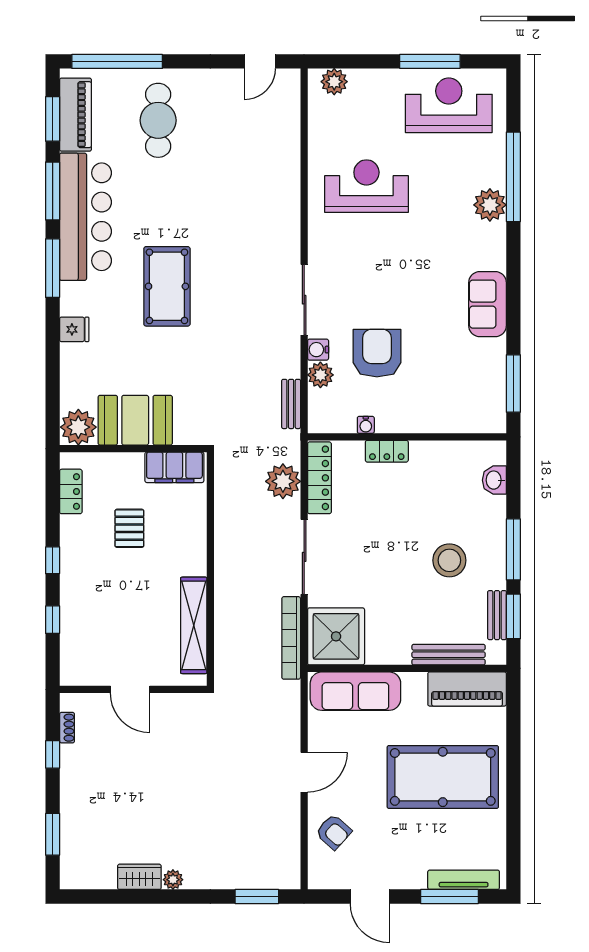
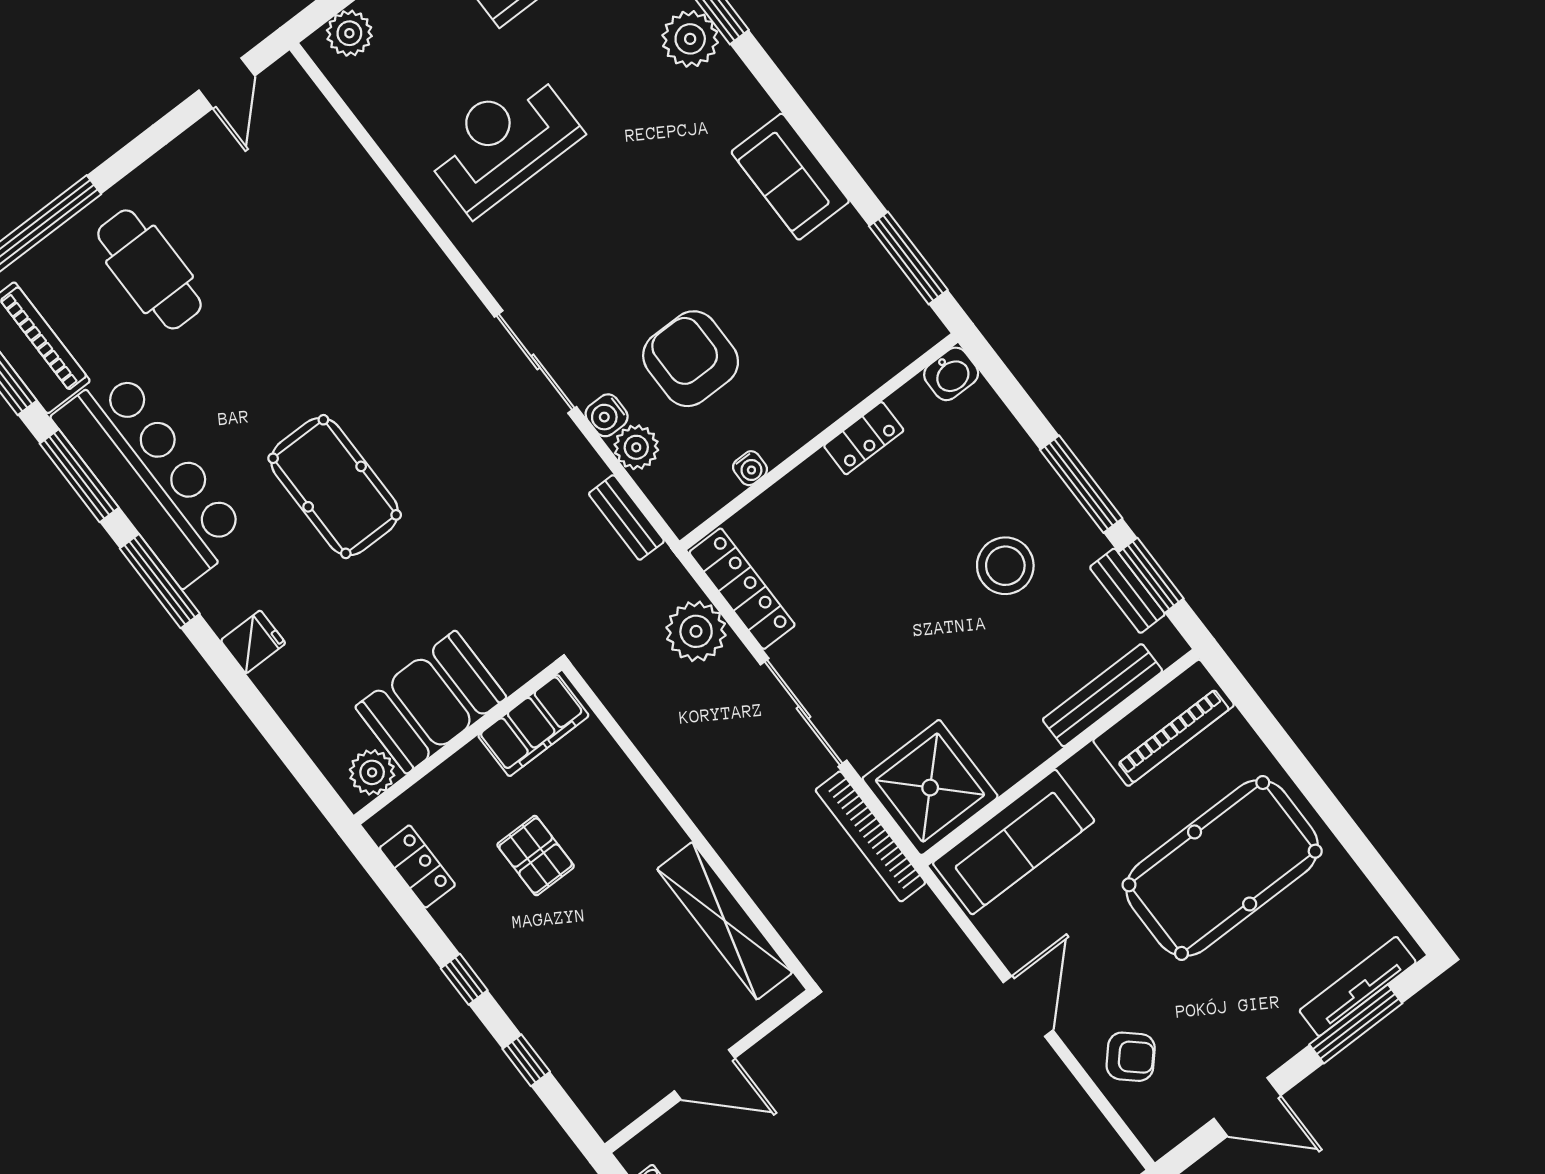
plant: (78, 427) -> (372, 772), width x0.73, depth x0.73
locker: (387, 451) -> (864, 438), moved
washbasin: (494, 480) -> (951, 374), moved, turned -90

